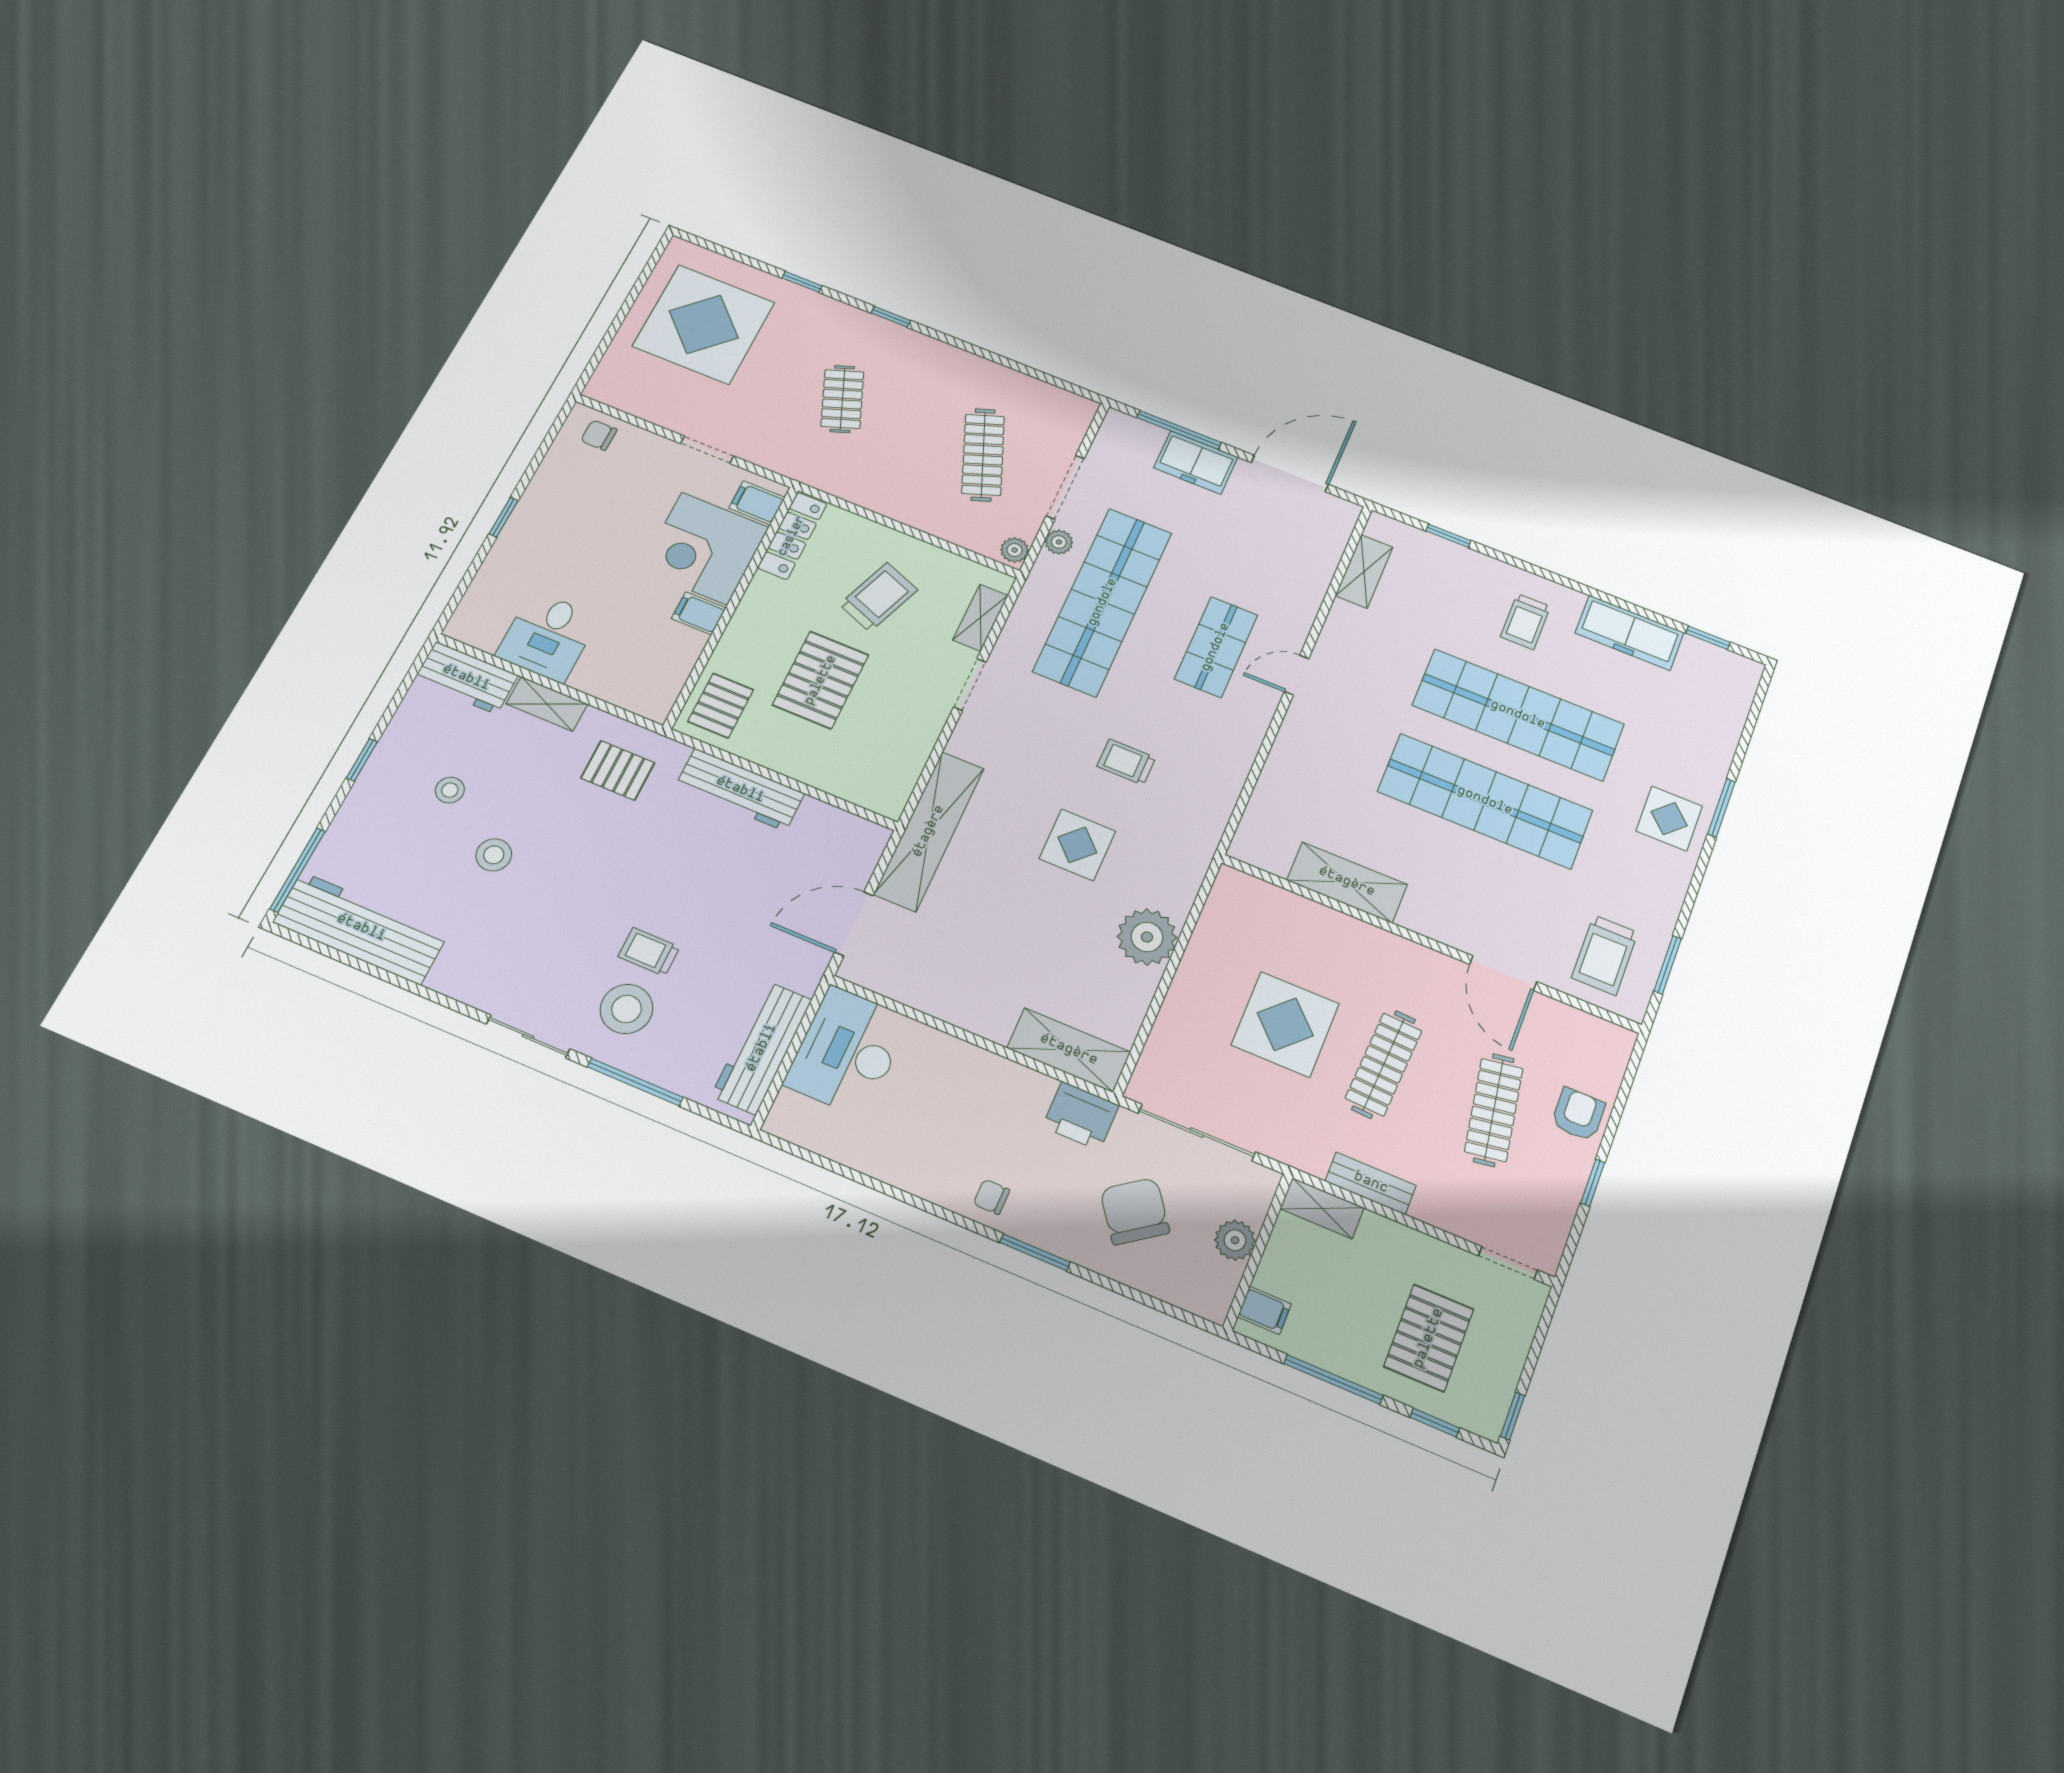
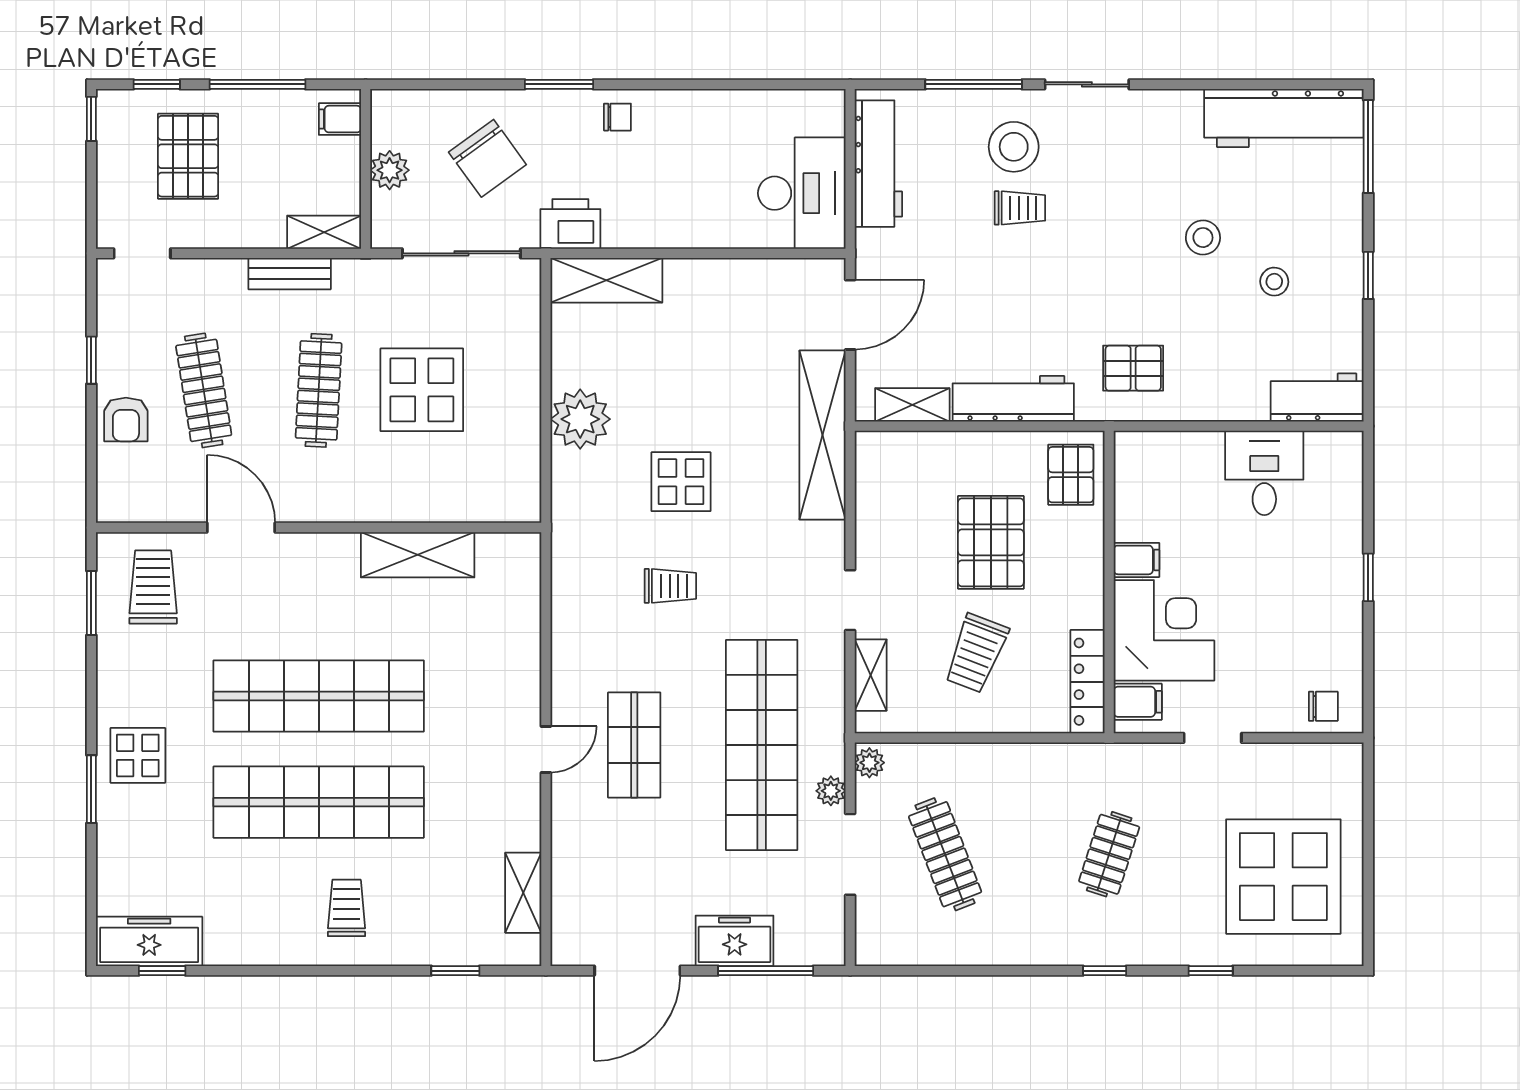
clothes rail: (842, 399) -> (1109, 854), turned 39
freezer: (1629, 633) -> (149, 941), moved
shelving: (547, 704) -> (912, 405), moved

